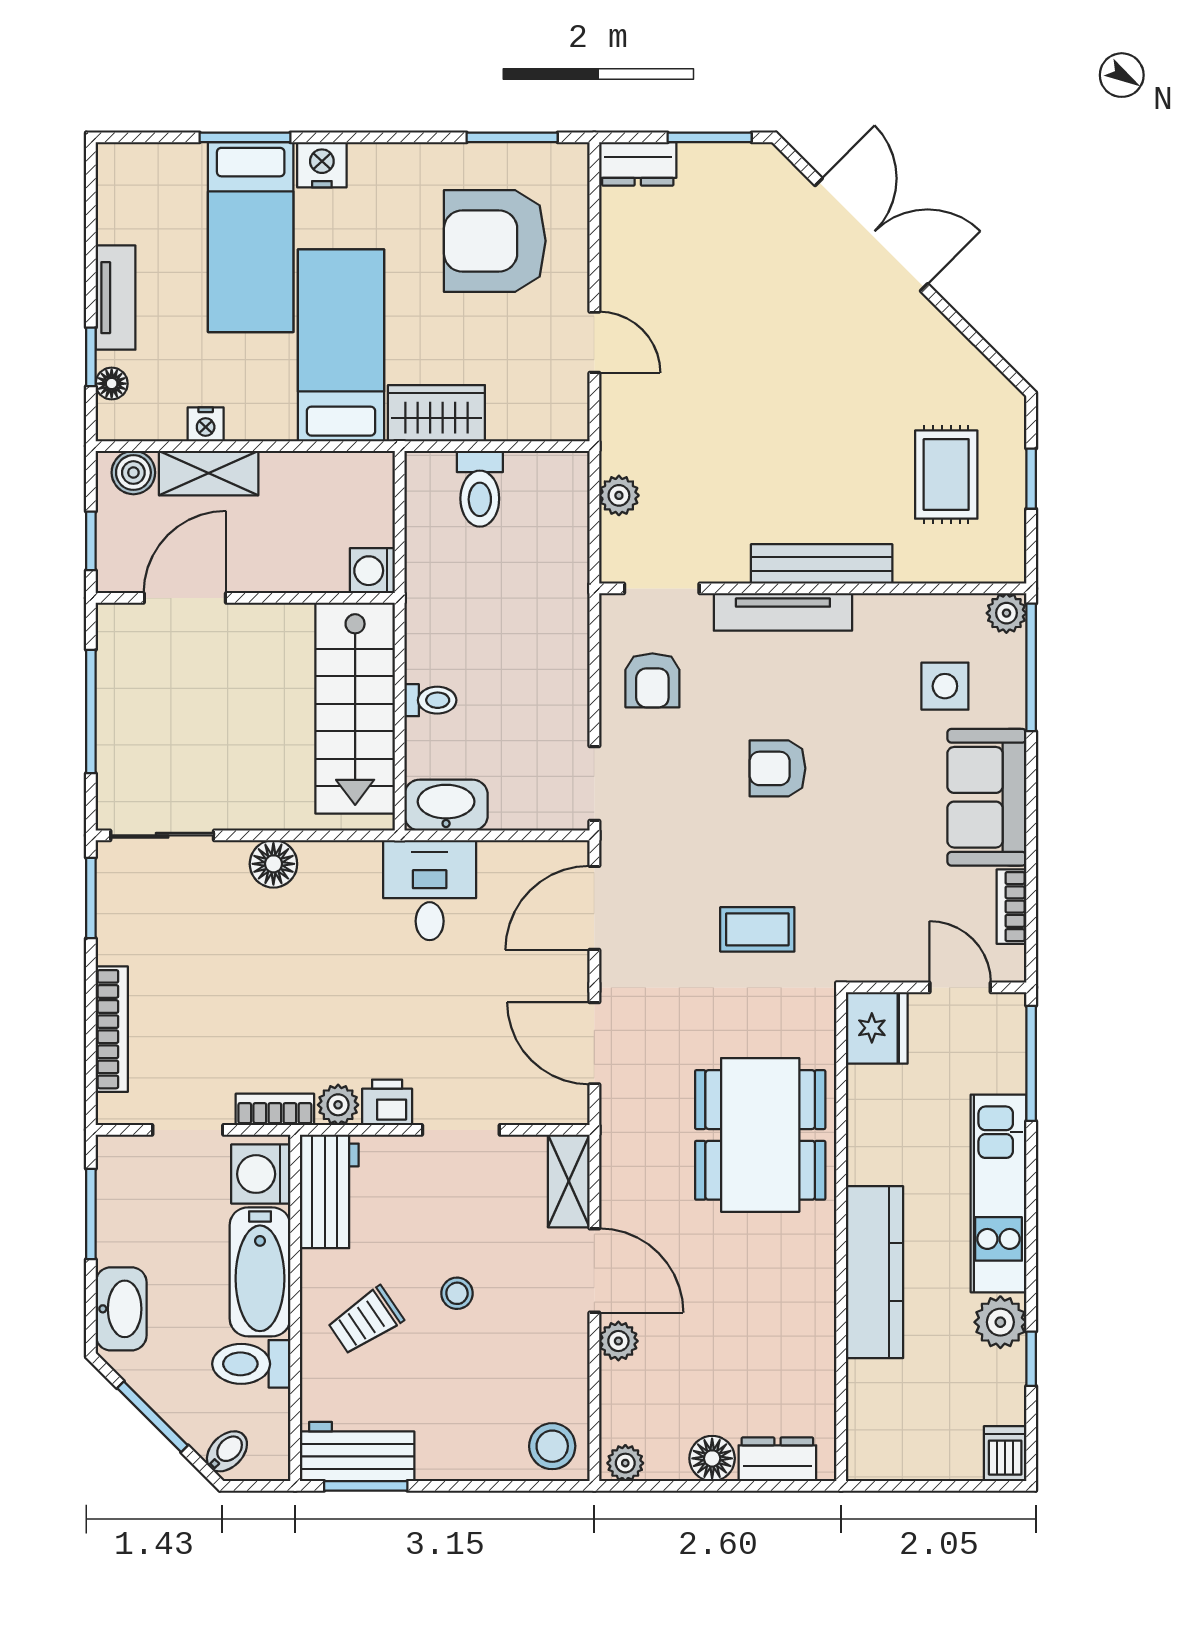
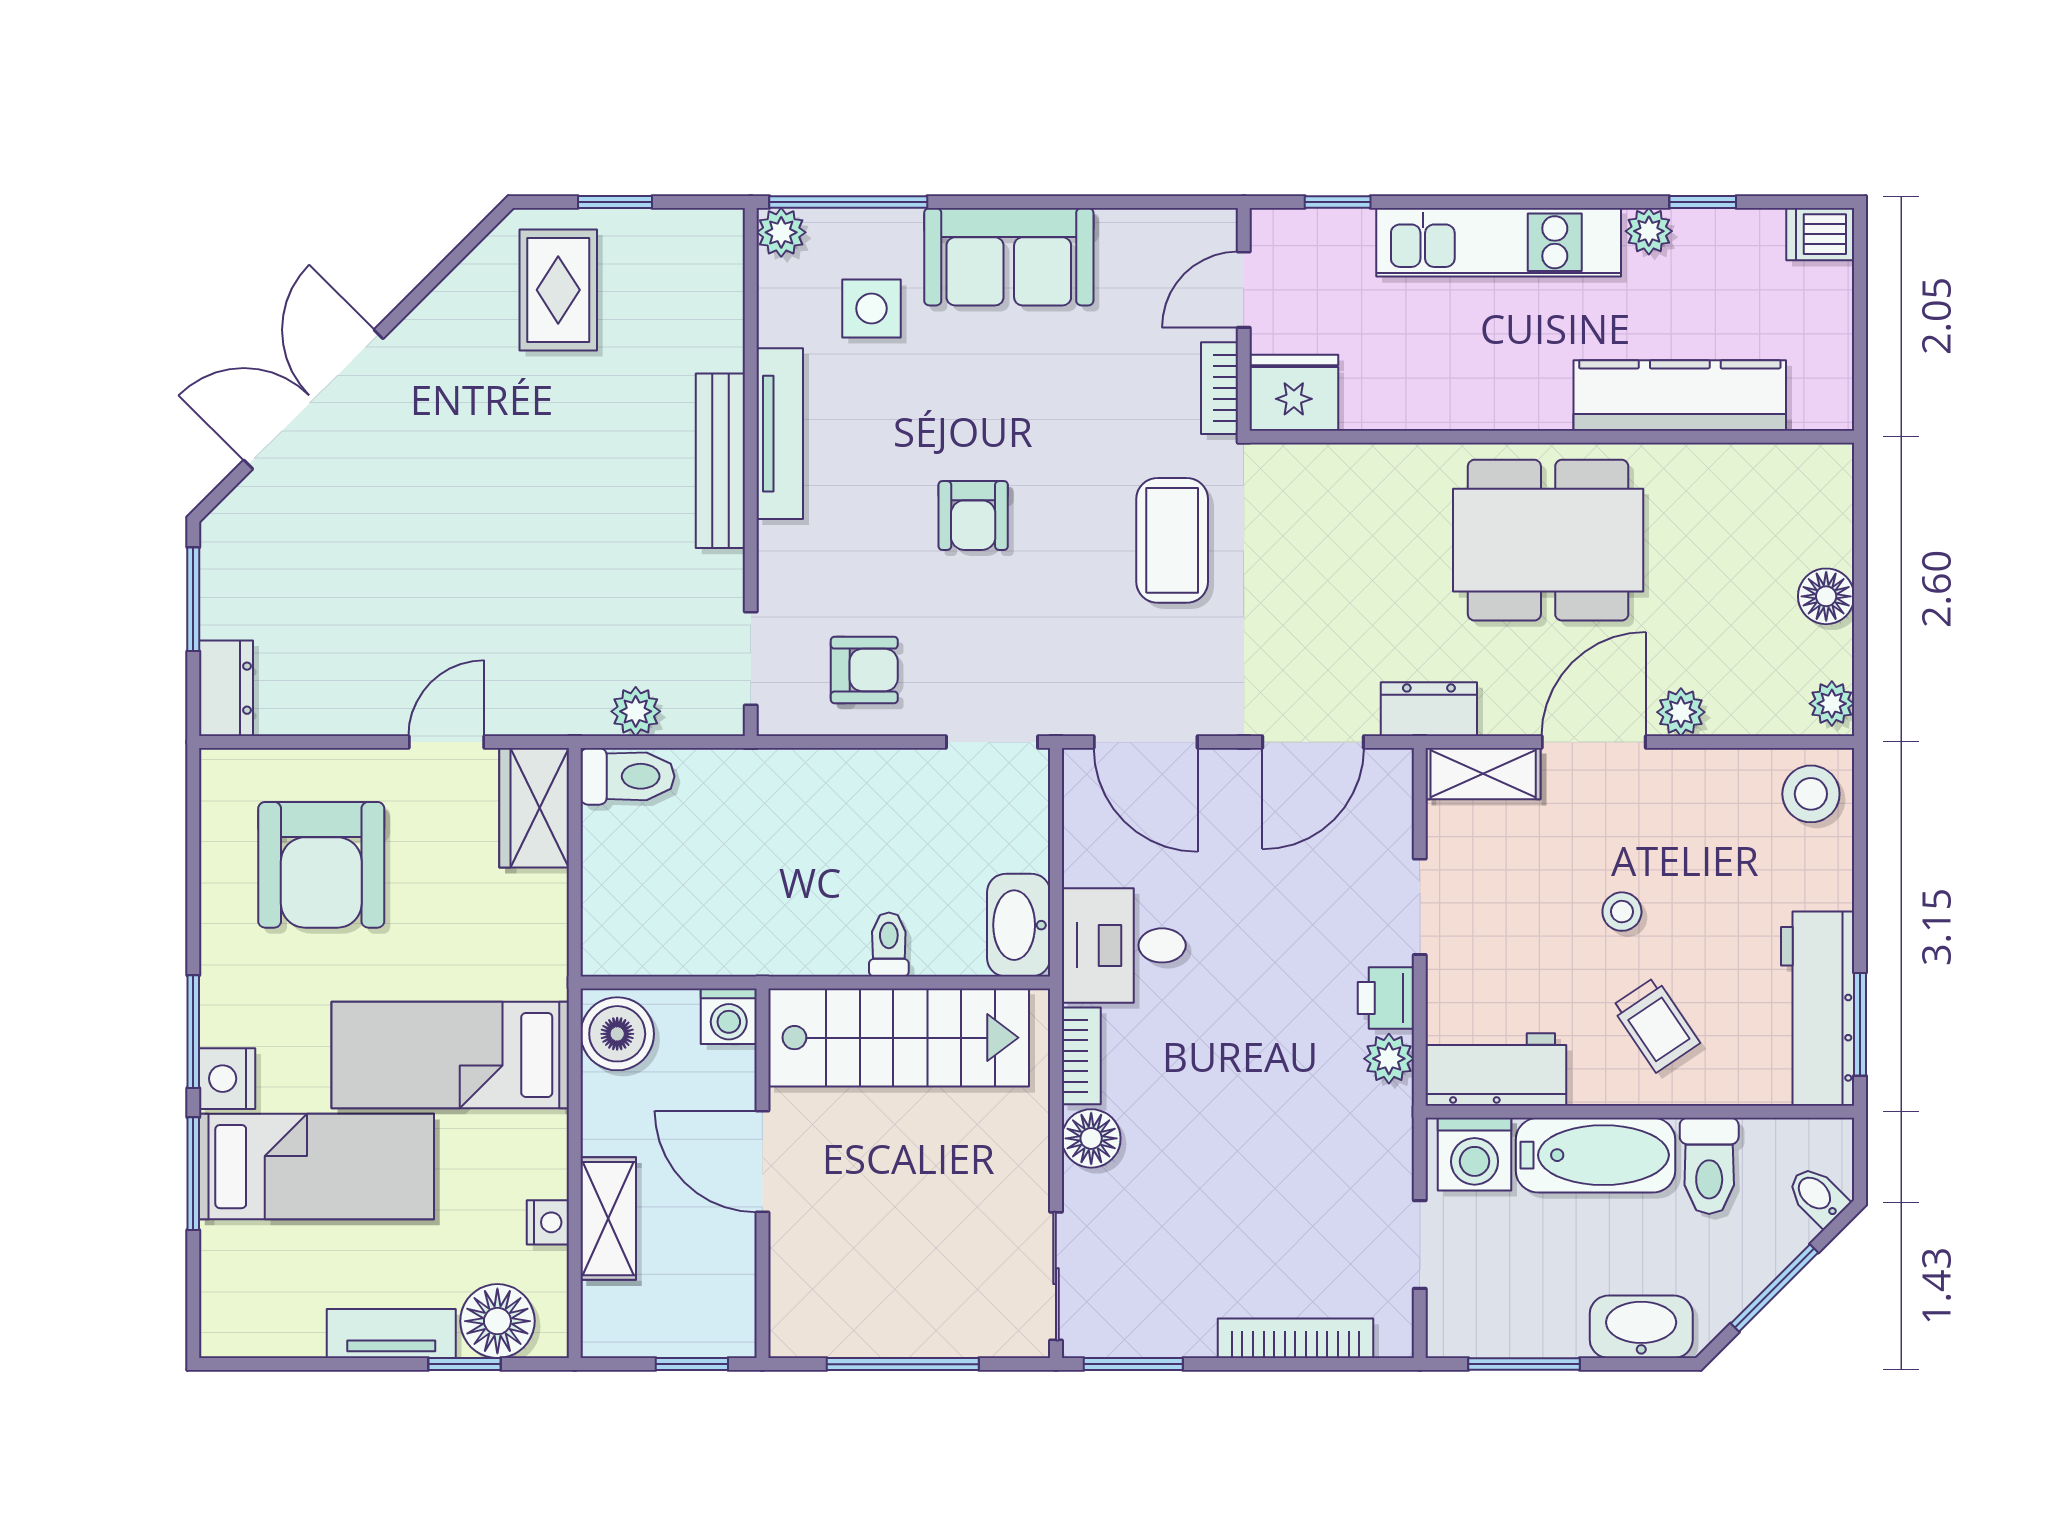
window: (512, 137) -> (193, 1032), moved
floor lamp: (112, 384) -> (497, 1321), width x1.89, depth x1.89
wardrobe: (436, 413) -> (534, 808), moved
boiler: (133, 473) -> (617, 1034), moved, width x1.36, depth x1.36
rug: (946, 475) -> (558, 290), moved, turned 90
toilet: (480, 489) -> (627, 776), moved
door: (185, 598) -> (762, 1161), moved
tv unit: (783, 612) -> (780, 434), moved
bookcase: (1011, 907) -> (1219, 388), moved, turned 90
coffee table: (757, 929) -> (1172, 540), width x1.36, depth x1.30
window: (1031, 1063) -> (1338, 202), width x0.46
bookcase: (275, 1109) -> (1081, 1056), moved, turned 180
dining table: (760, 1135) -> (1548, 540), moved
kitchen counter: (875, 1272) -> (1680, 395), moved
plant: (1000, 1322) -> (1649, 231), width x0.73, depth x0.73
workbench: (357, 1452) -> (1818, 1009), width x1.37
dresser: (777, 1459) -> (1429, 709), moved, turned 90

